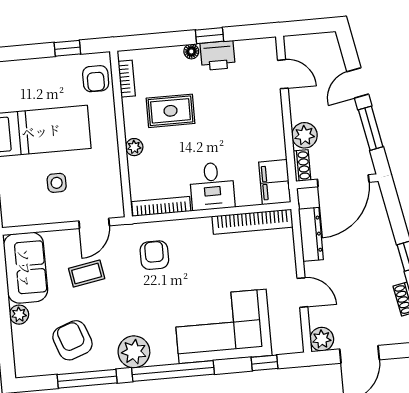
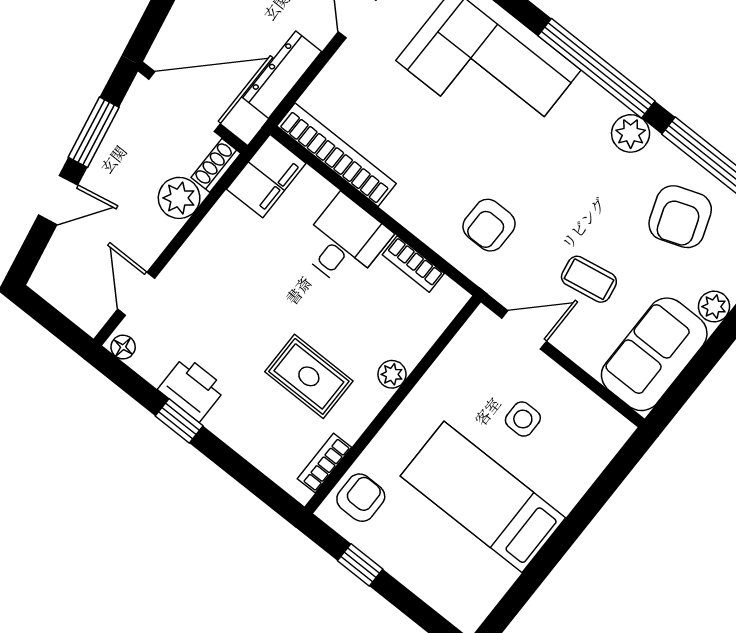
floor lamp: (191, 51) -> (123, 347), moved
bookcase: (161, 206) -> (413, 264), width x0.64
plant: (134, 352) -> (631, 133), width x0.73, depth x0.73

